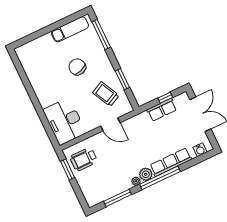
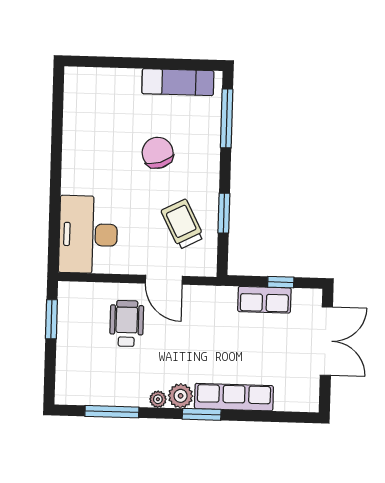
water cooler: (200, 150) -> (295, 401), removed
wheelchair: (84, 159) -> (127, 323), moved, turned 90
window: (160, 178) -> (202, 414), width x0.47

